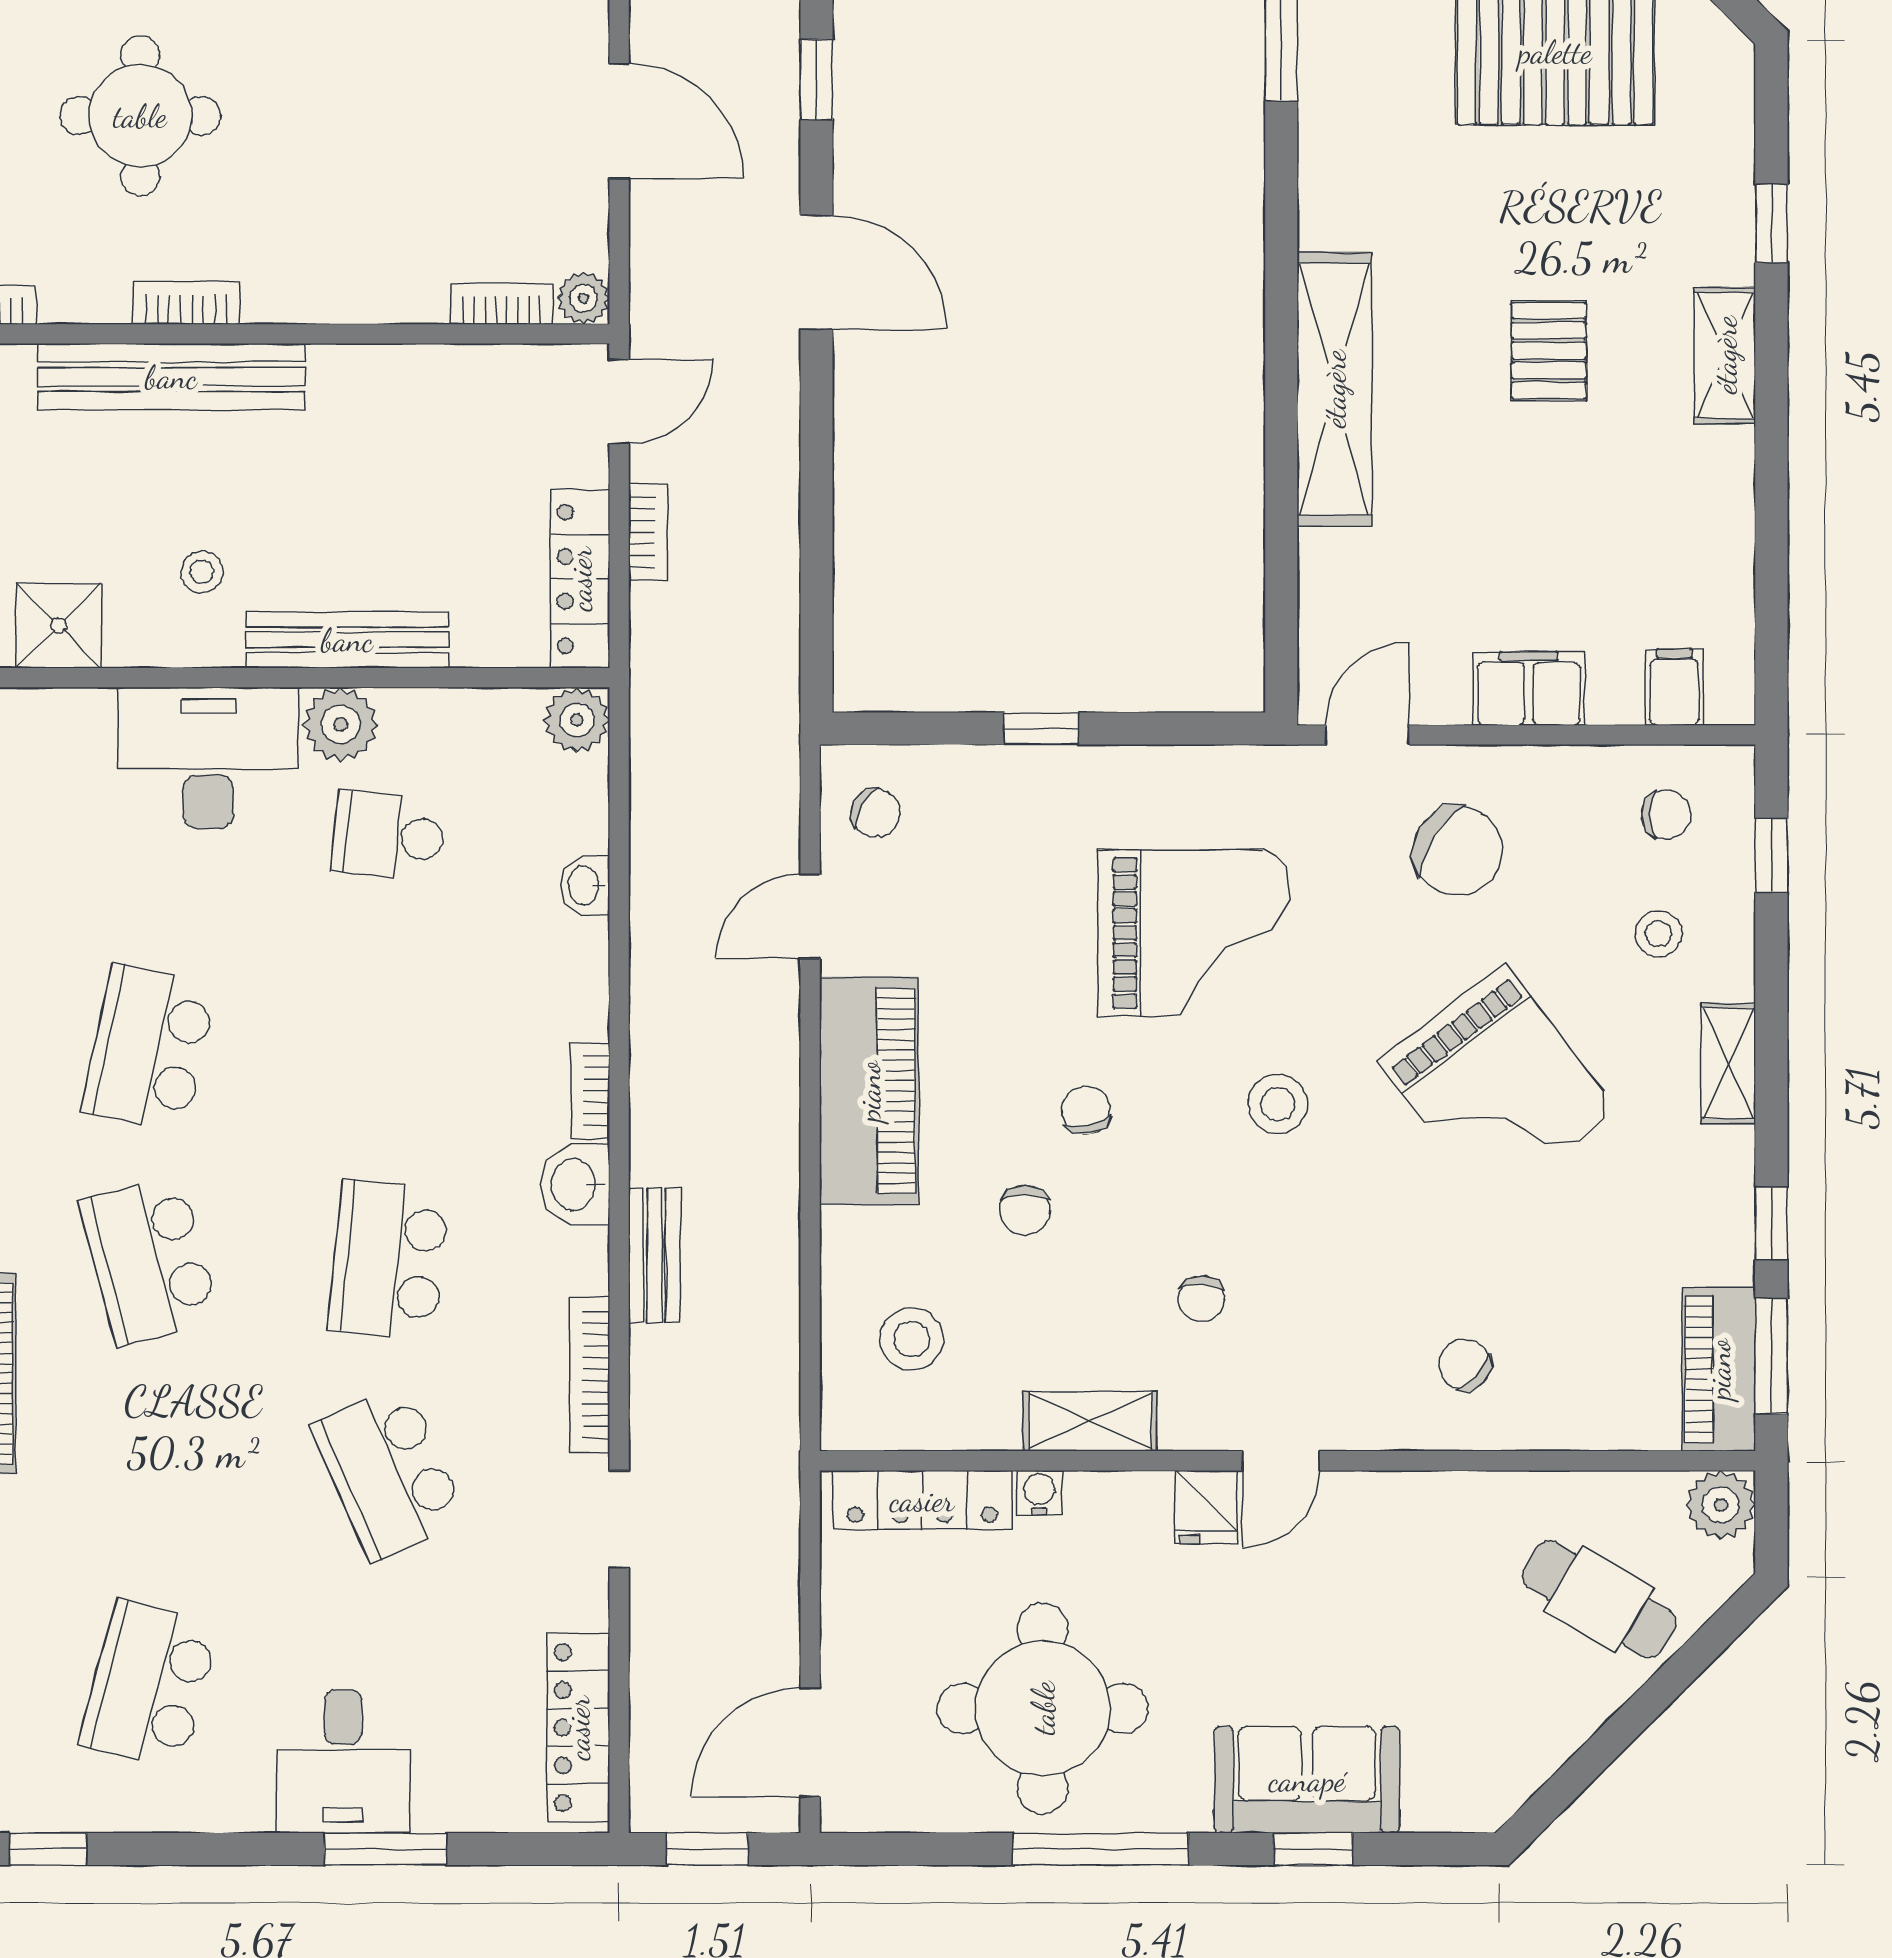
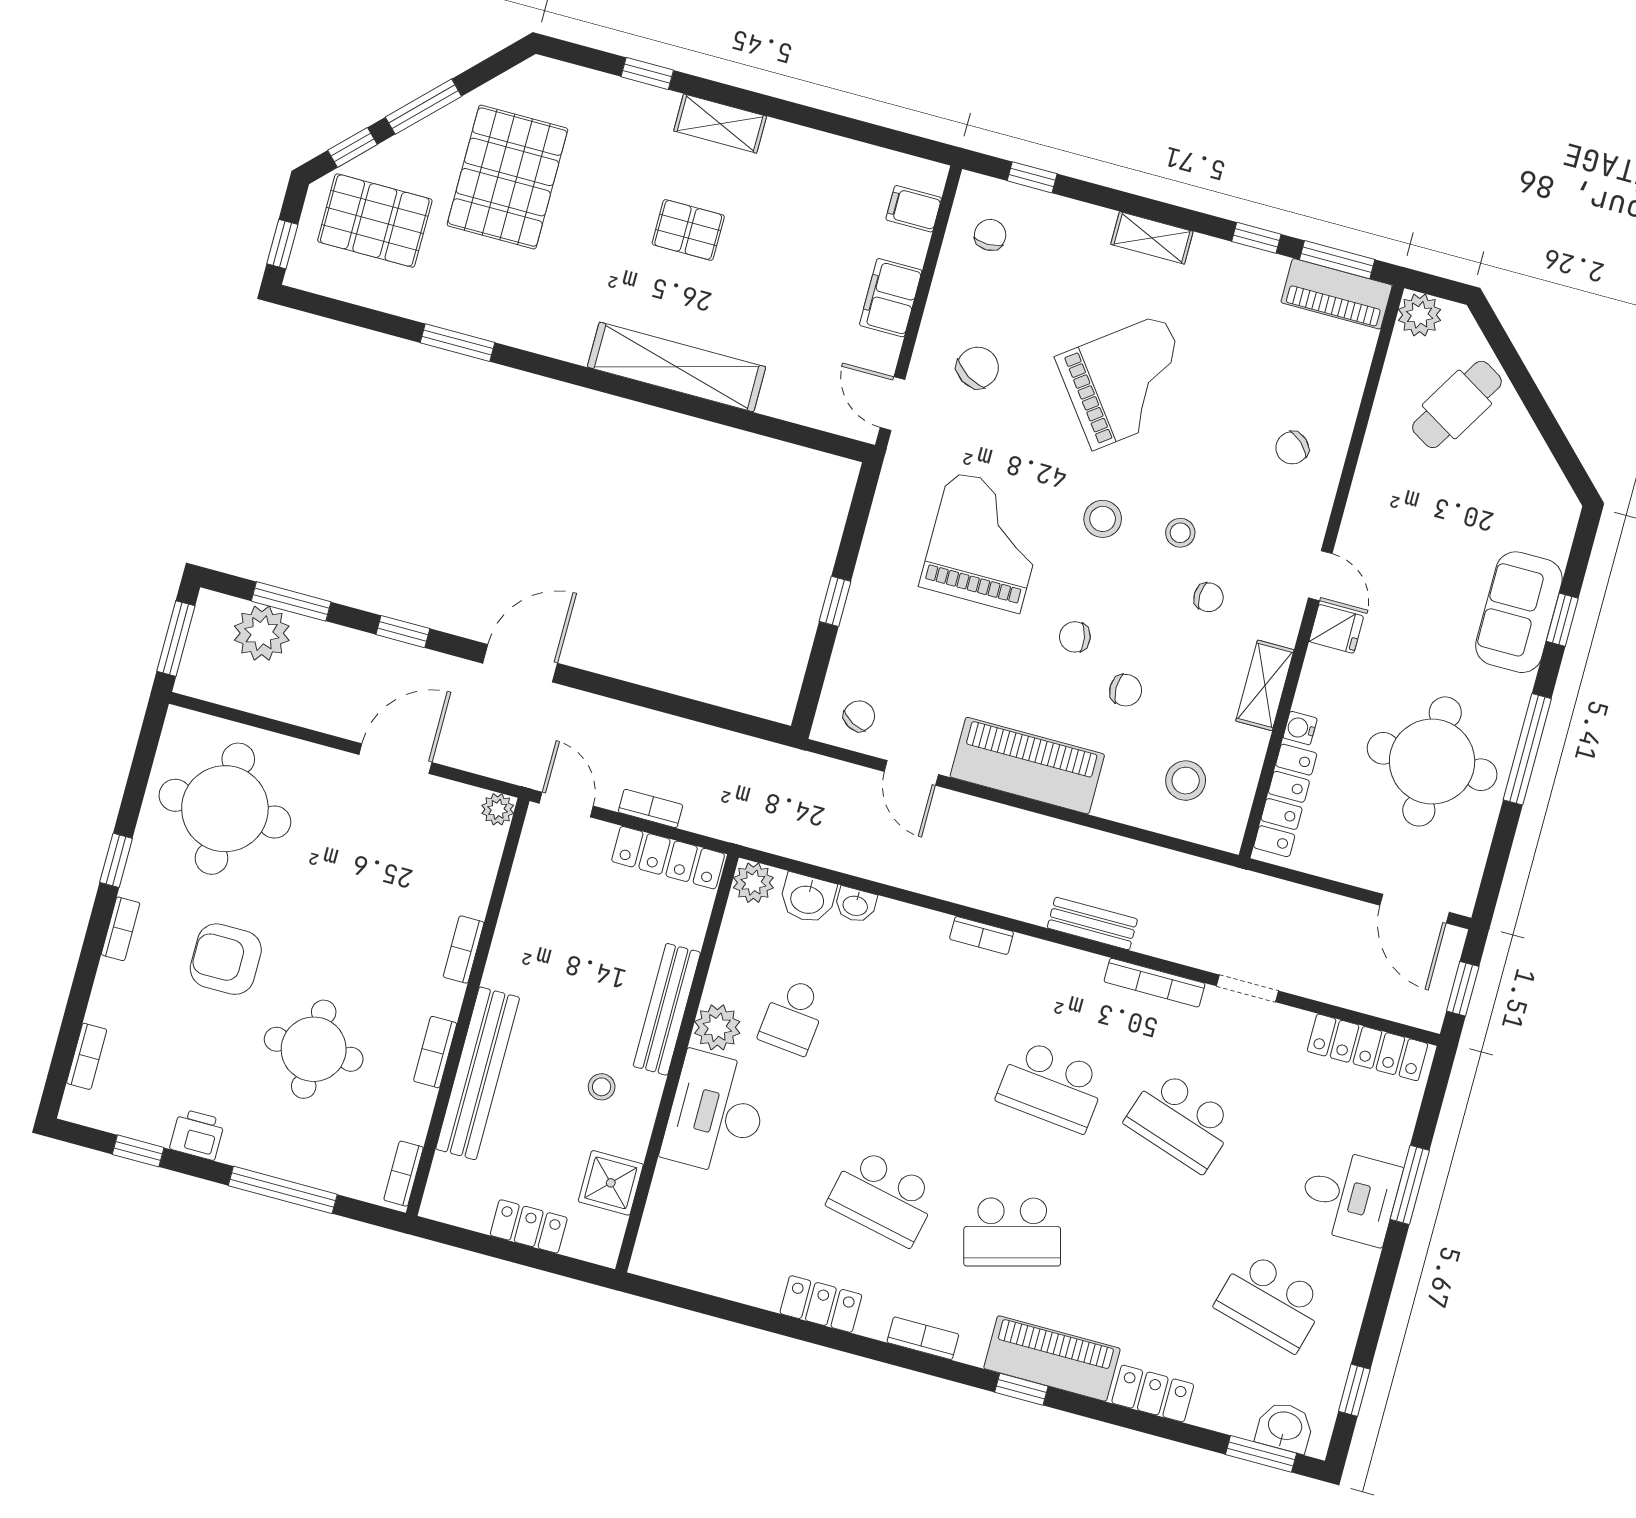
bookcase: (502, 304) -> (464, 950), moved
chair: (1458, 850) -> (978, 368), width x0.73, depth x0.73
stool: (1659, 934) -> (1180, 533), moved
washbasin: (575, 1185) -> (807, 898), moved
school desk: (389, 1472) -> (1181, 1121), turned 42

